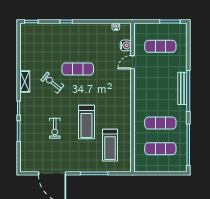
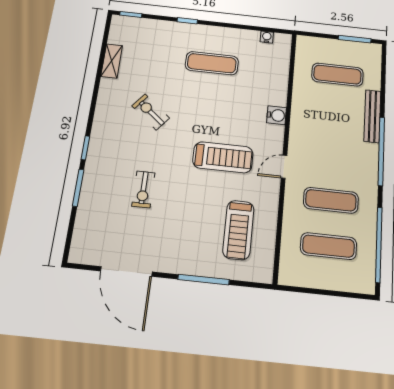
water cooler: (126, 45) -> (277, 115), moved
door: (132, 62) -> (284, 167), moved
exercise mat: (78, 69) -> (212, 63), moved
shelving: (25, 82) -> (112, 61), moved
bench: (182, 88) -> (372, 116), moved
treadmill: (86, 122) -> (223, 157), moved, turned -90

